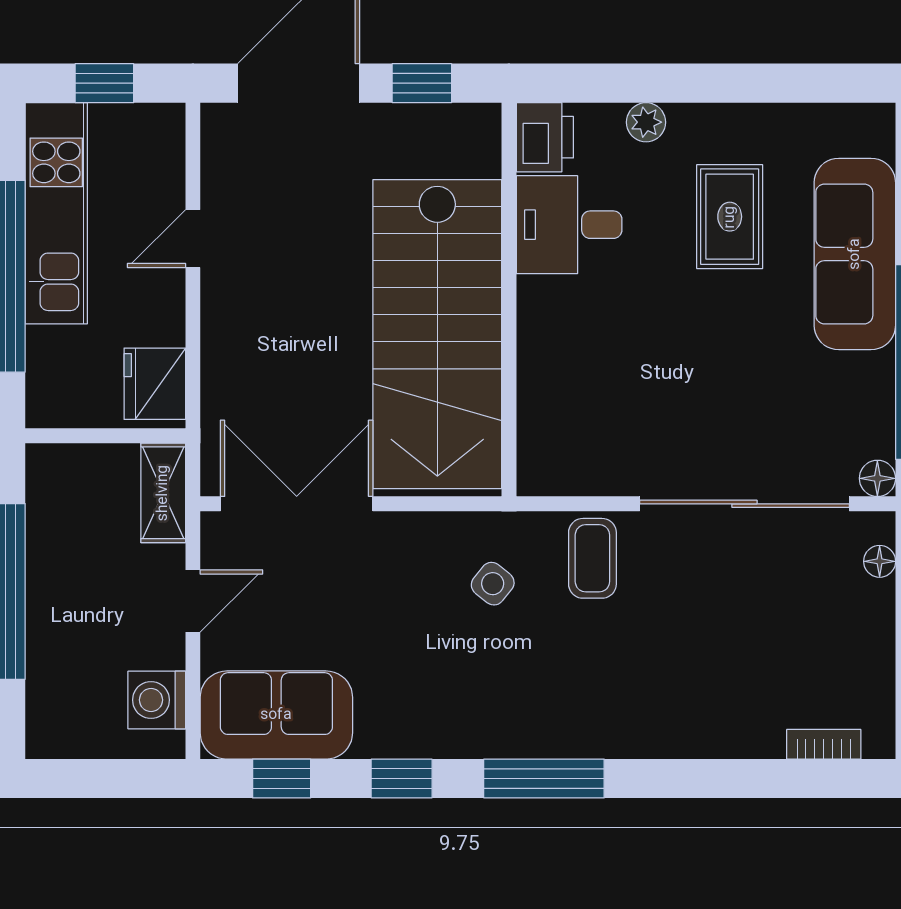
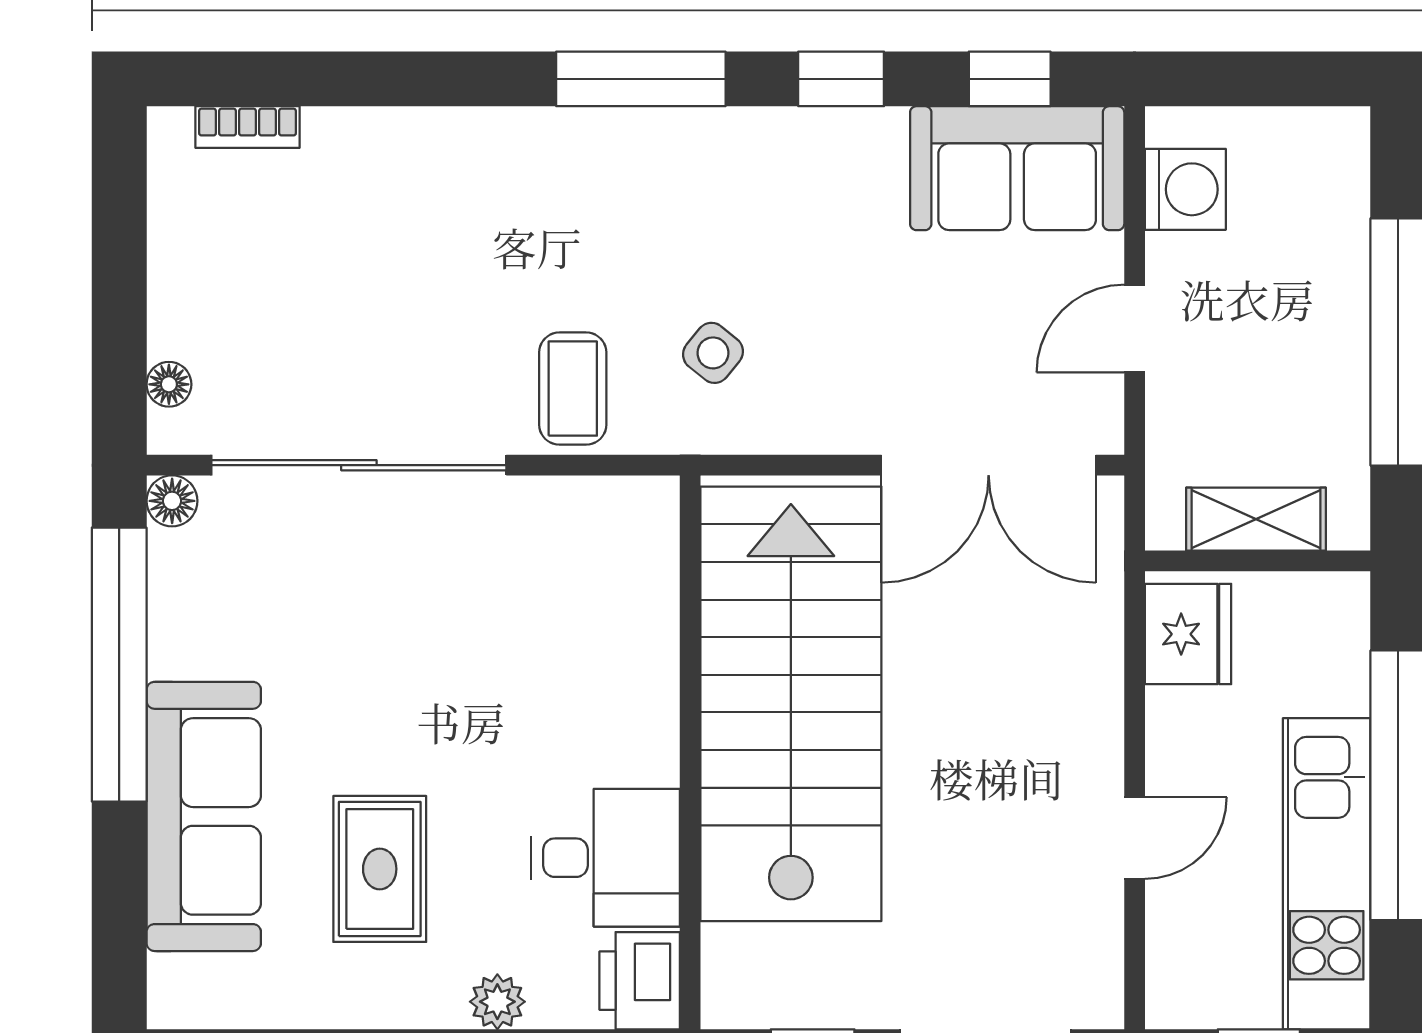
shelving: (163, 493) -> (1256, 519), moved, turned 90

